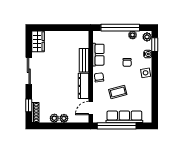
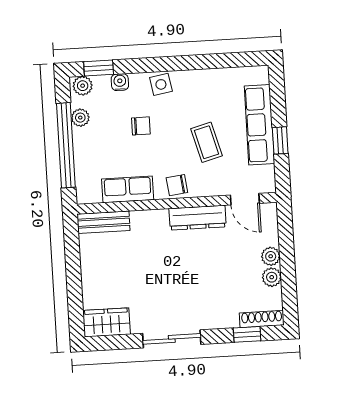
bench: (84, 60) -> (103, 222), moved
window: (117, 126) -> (280, 140), width x0.32

